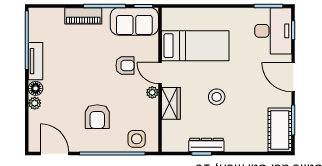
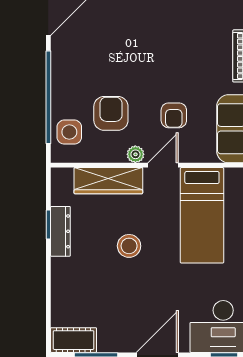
wardrobe: (171, 103) -> (108, 181), width x1.50
armchair: (97, 117) -> (111, 113), moved, turned 90
cot: (280, 130) -> (74, 340), width x0.73, depth x0.75

